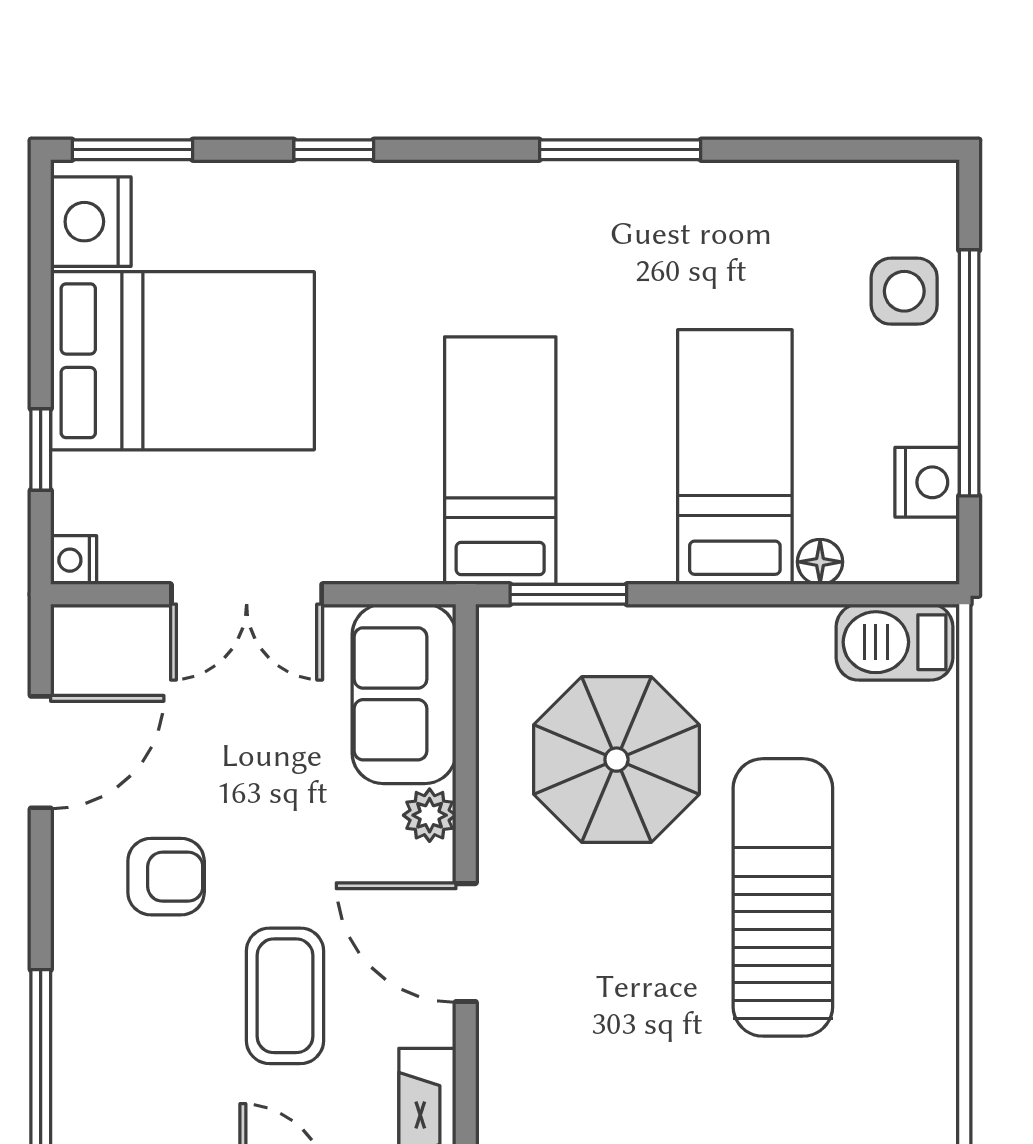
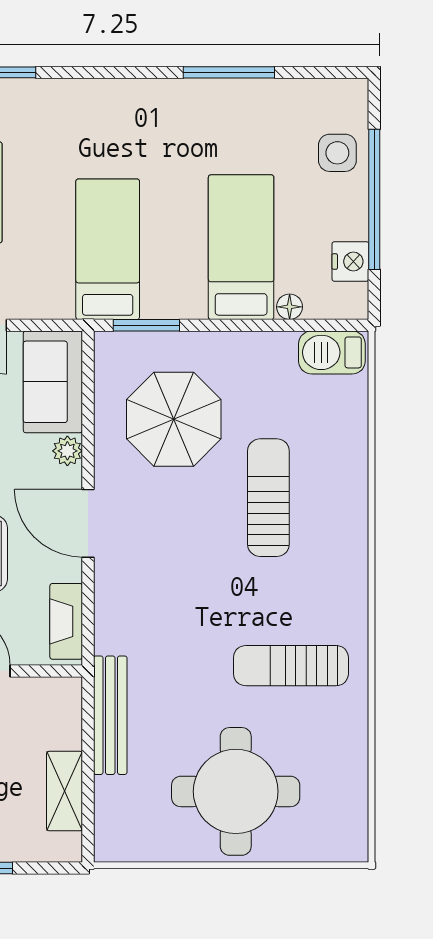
window: (620, 150) -> (229, 72), moved
sun lounger: (783, 897) -> (268, 498), width x0.73, depth x0.75

